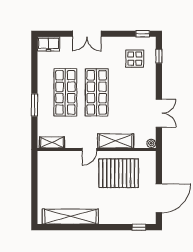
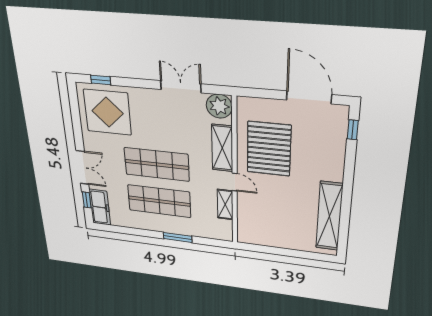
window: (143, 34) -> (87, 200), moved
freezer: (49, 44) -> (100, 207), width x1.40
display table: (135, 59) -> (108, 112), width x1.86, depth x1.86
shelving: (52, 142) -> (225, 205), moved
plant: (151, 143) -> (219, 106), width x1.88, depth x1.88

